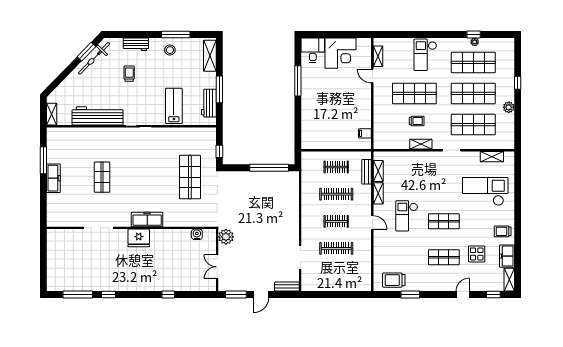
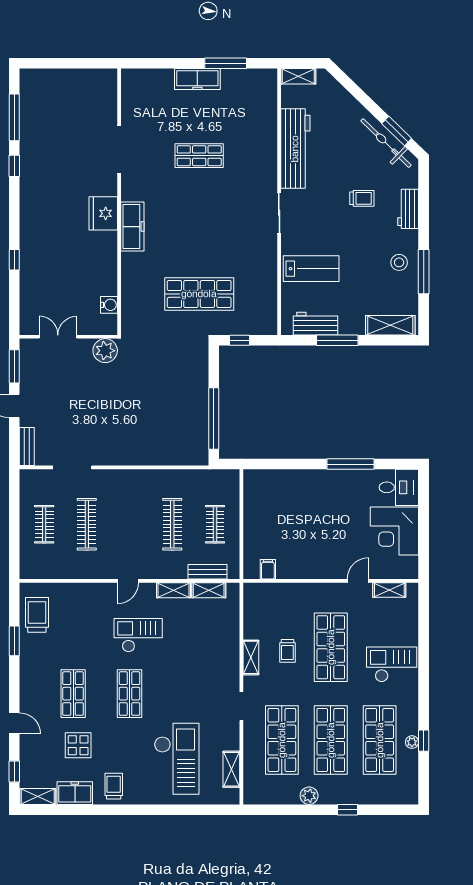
clothes rail: (336, 221) -> (44, 524), moved

